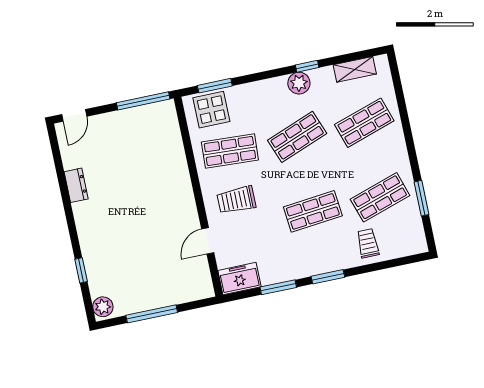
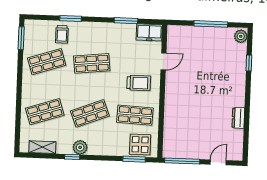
door: (74, 115) -> (218, 162), moved
window: (421, 198) -> (21, 38), moved
window: (328, 277) -> (71, 19), moved

